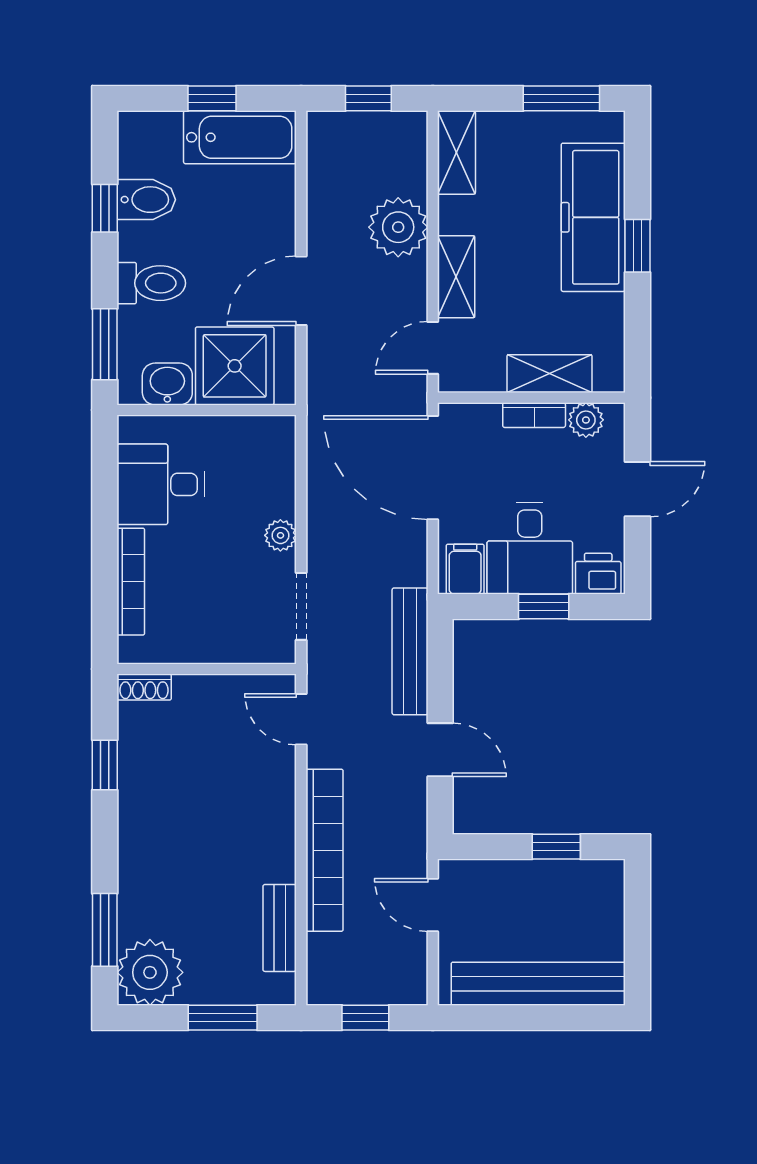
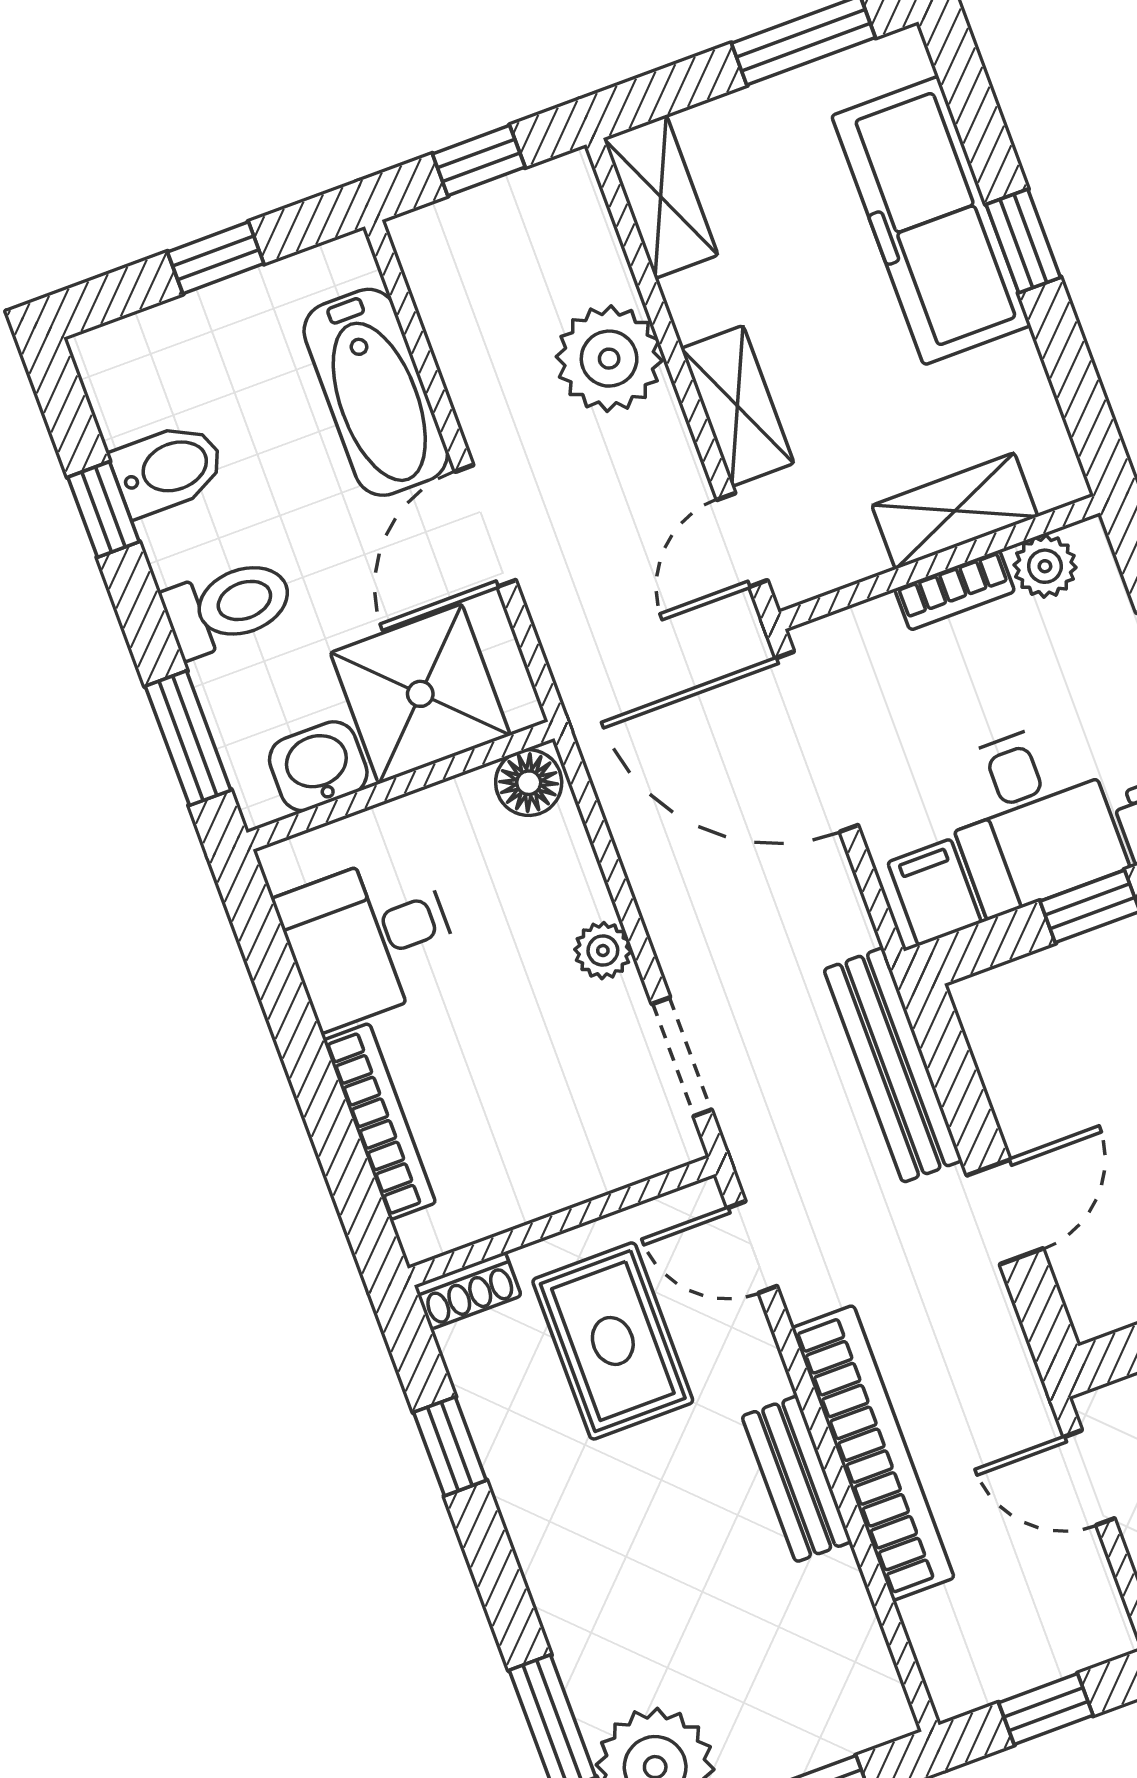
bathtub: (240, 137) -> (376, 392), moved, turned 90
floor lamp: (274, 433) -> (529, 783), added
rug: (210, 741) -> (613, 1341), added
door: (440, 750) -> (1005, 1212), hinge flipped
bench: (280, 928) -> (797, 1479), moved

